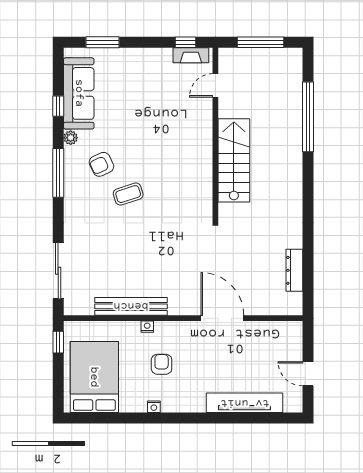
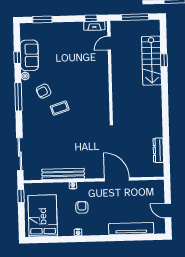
sofa: (79, 93) -> (29, 55), width x0.73
window: (308, 117) -> (164, 60), width x0.32
stairs: (234, 160) -> (152, 61), moved, turned 180

